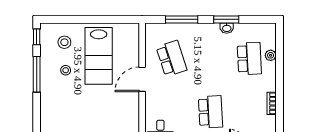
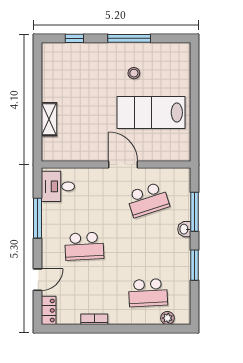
washbasin: (227, 28) -> (184, 229), moved
window: (37, 37) -> (74, 38), moved
stool: (64, 42) -> (167, 72), removed
plant: (271, 55) -> (167, 318), moved

